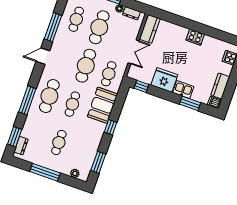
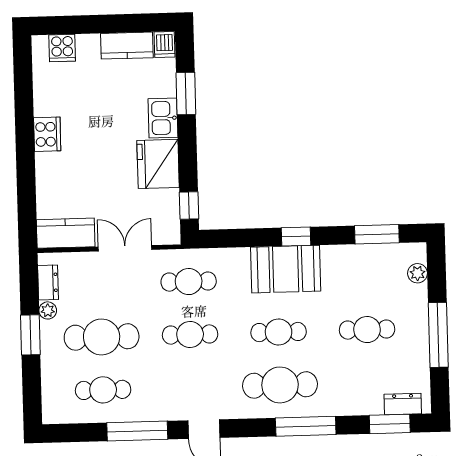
cafe table: (86, 66) -> (190, 334), width x0.73, depth x0.74
booth: (102, 105) -> (286, 269), moved

